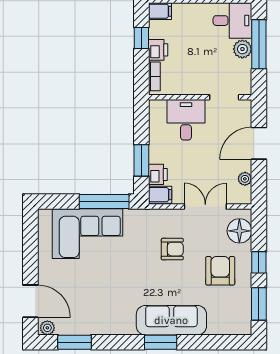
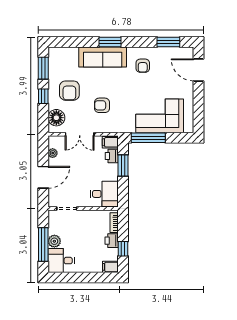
desk: (186, 120) -> (104, 194), moved, turned -90
armchair: (112, 307) -> (143, 66), added
plant: (47, 328) -> (187, 52), removed

